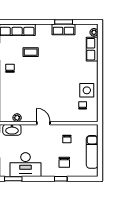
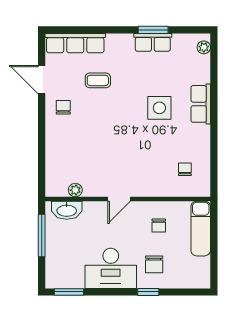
row of seats: (92, 49) -> (201, 104), moved
side table: (87, 90) -> (159, 108), moved
door: (43, 123) -> (119, 199), swing flipped
exam couch: (92, 152) -> (201, 229), moved
desk: (25, 165) -> (111, 268), moved

